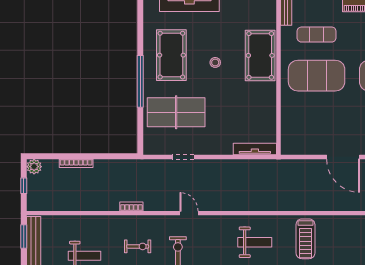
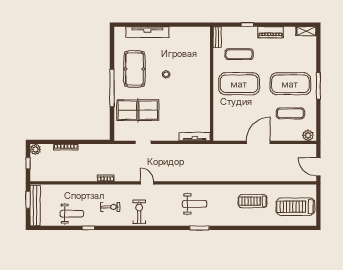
pool table: (260, 55) -> (198, 69), removed
door: (343, 157) -> (258, 142), swing flipped
treadmill: (305, 239) -> (253, 201), moved, turned 90

